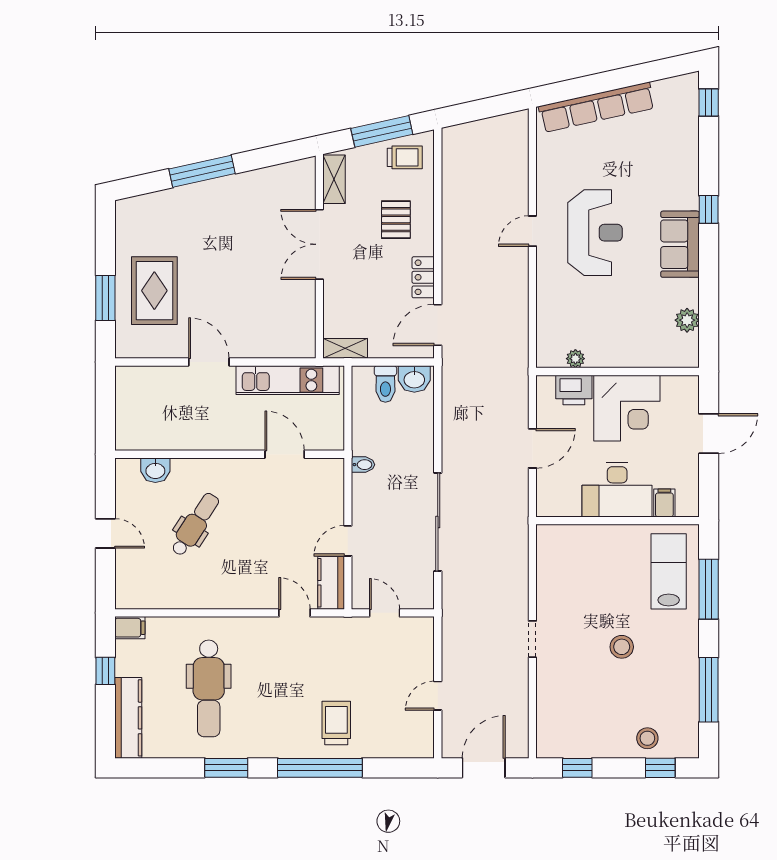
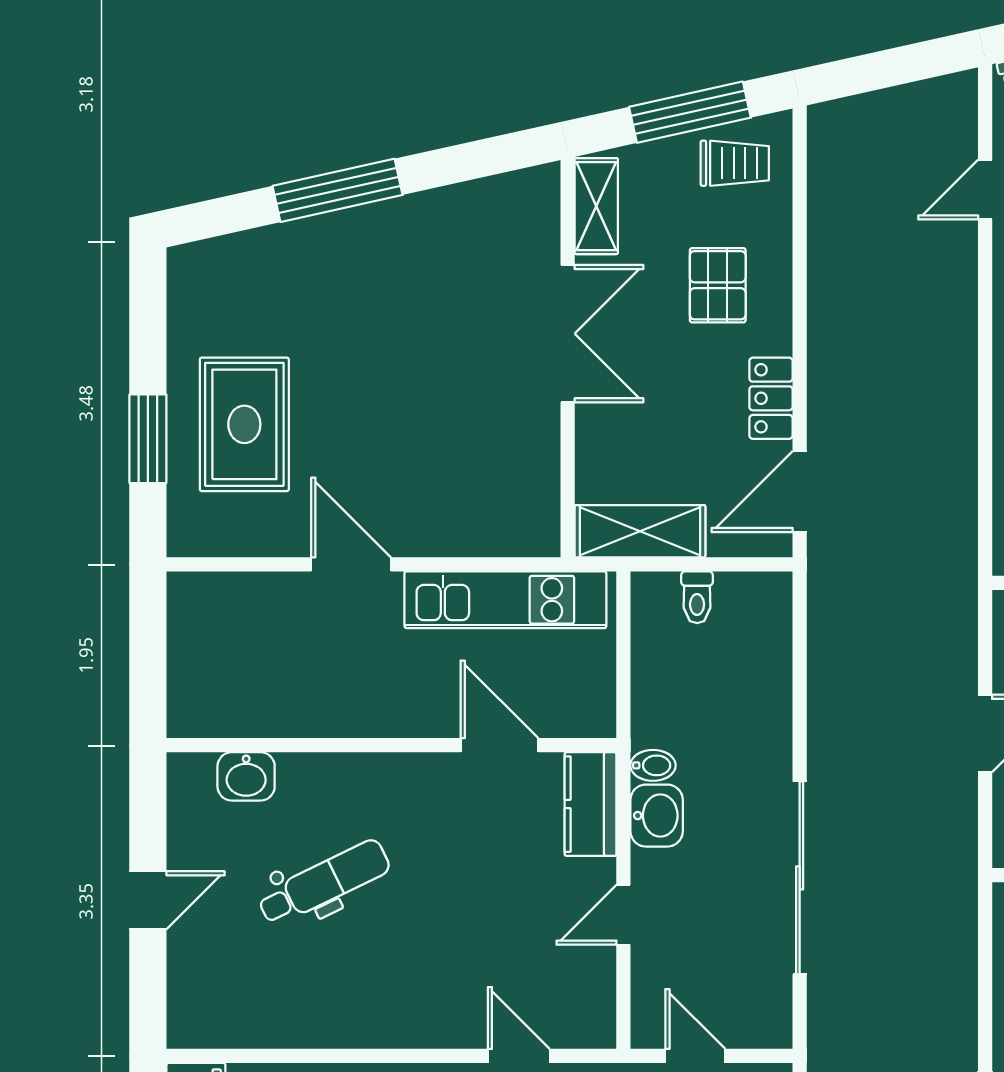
door: (532, 231) -> (985, 190), moved
double door: (319, 244) -> (568, 334), swing flipped
shelving: (345, 348) -> (640, 531), width x1.50, depth x1.33
washbasin: (414, 379) -> (657, 816), moved, turned -90
toilet: (385, 384) -> (697, 597), width x0.73, depth x0.72
dental chair: (195, 524) -> (324, 883), turned 31
door: (105, 533) -> (148, 900), hinge flipped
kitchen counter: (331, 583) -> (590, 804), moved

